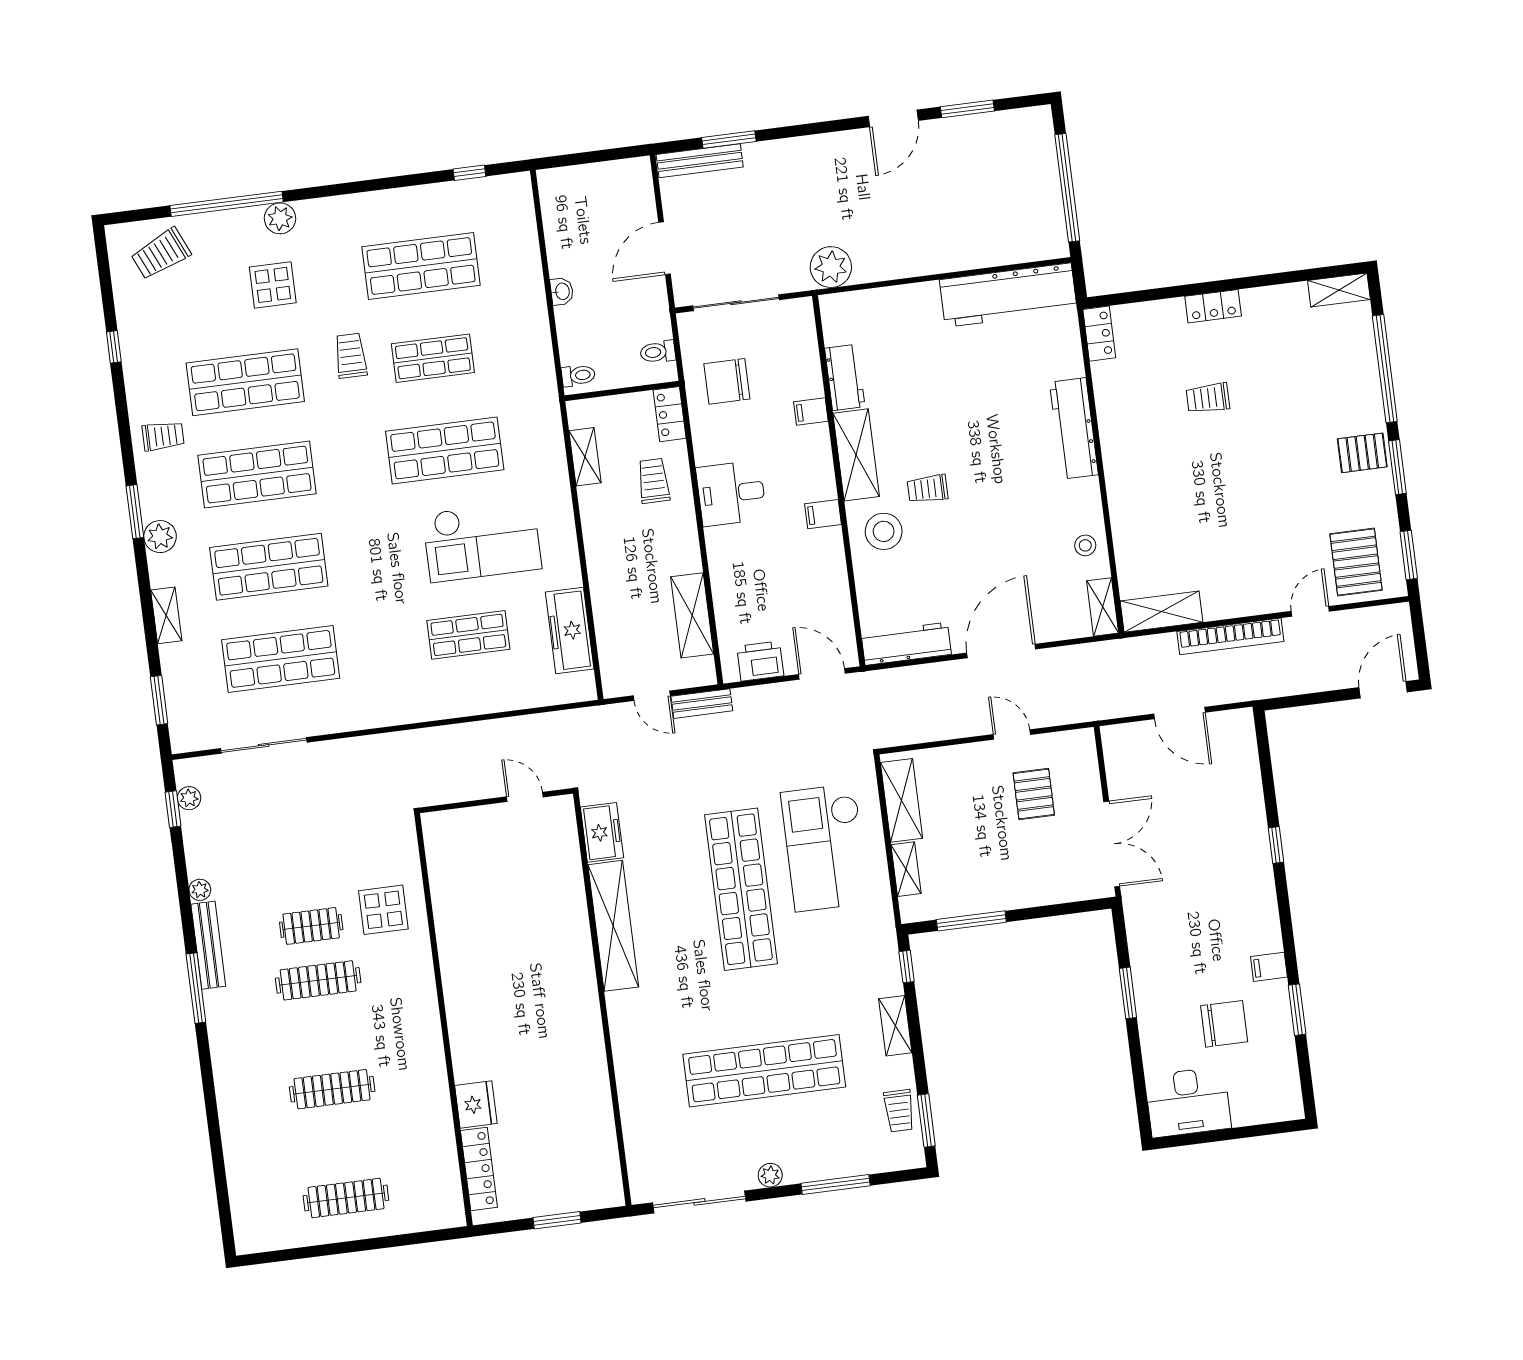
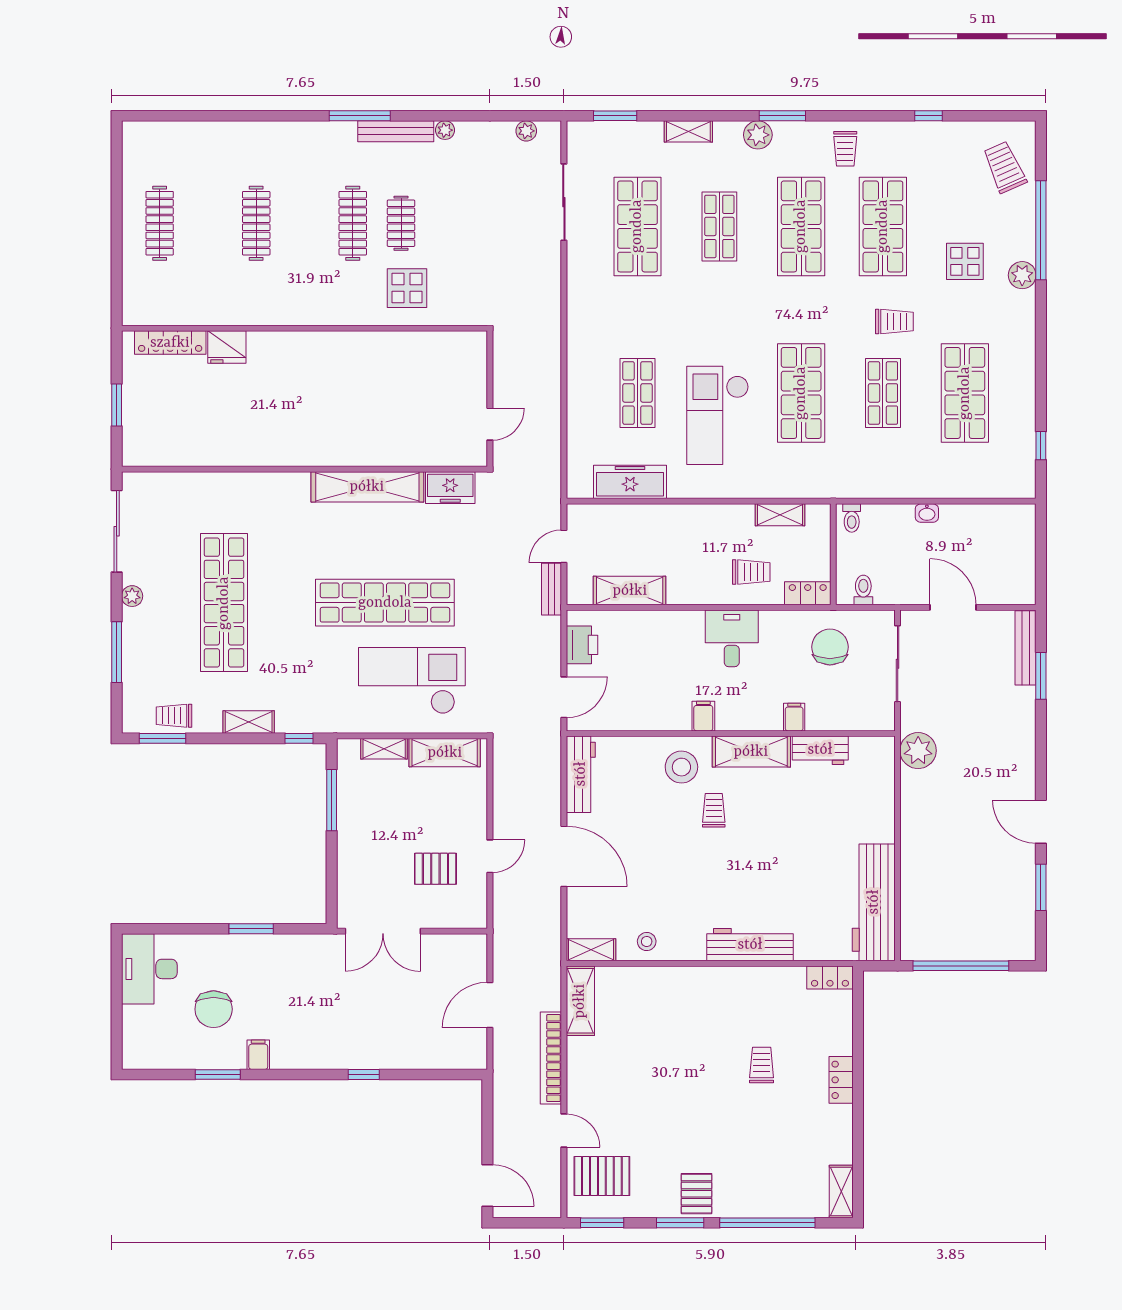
shop shelf: (269, 567) -> (719, 226), width x0.70, depth x0.74
window: (173, 809) -> (518, 116), removed

